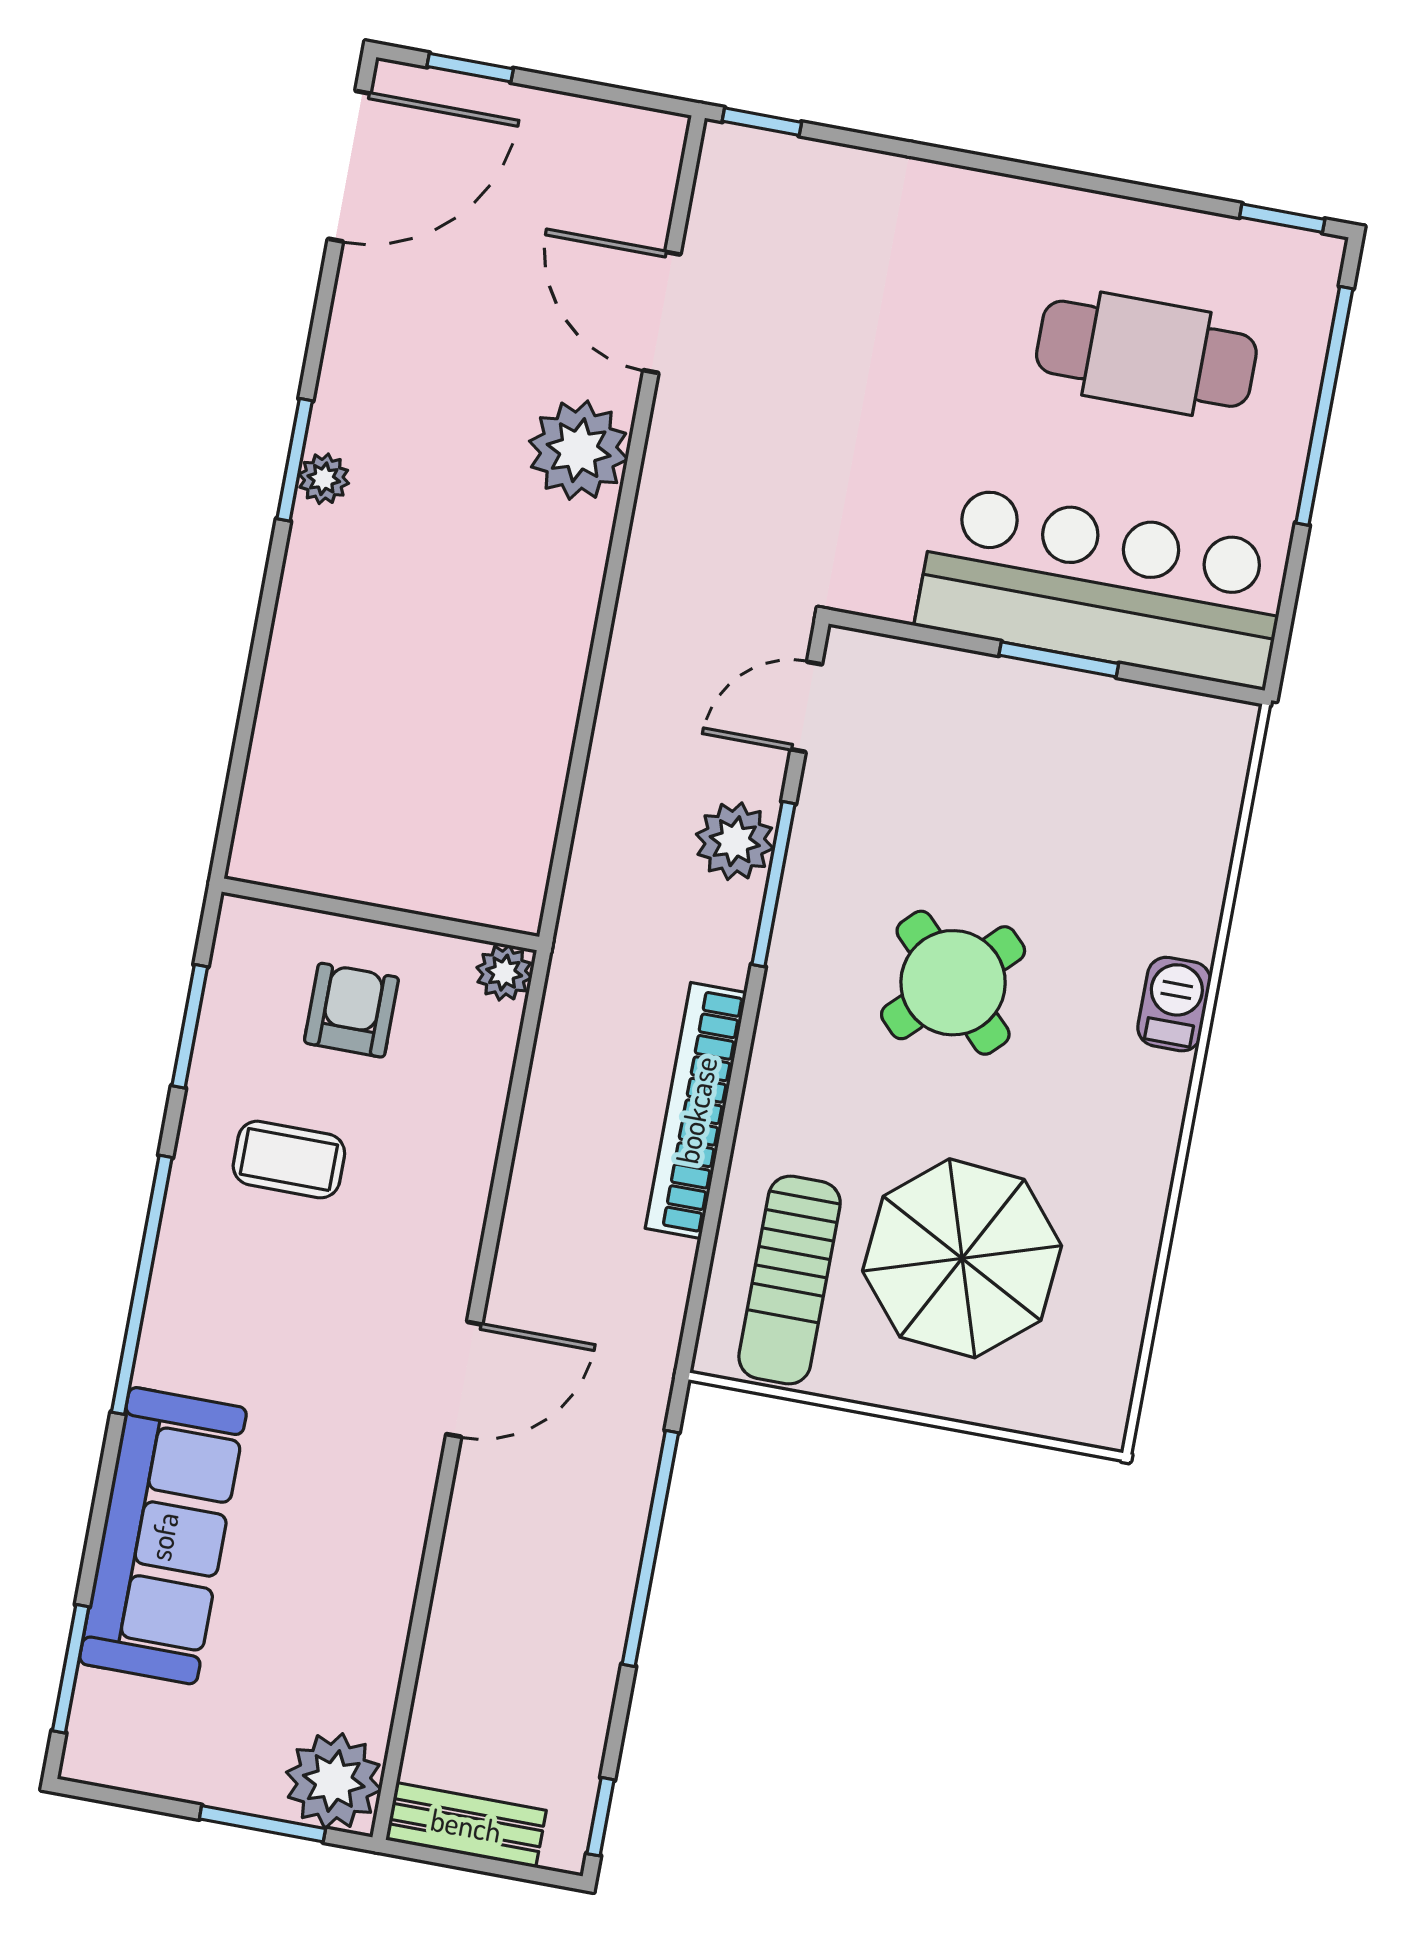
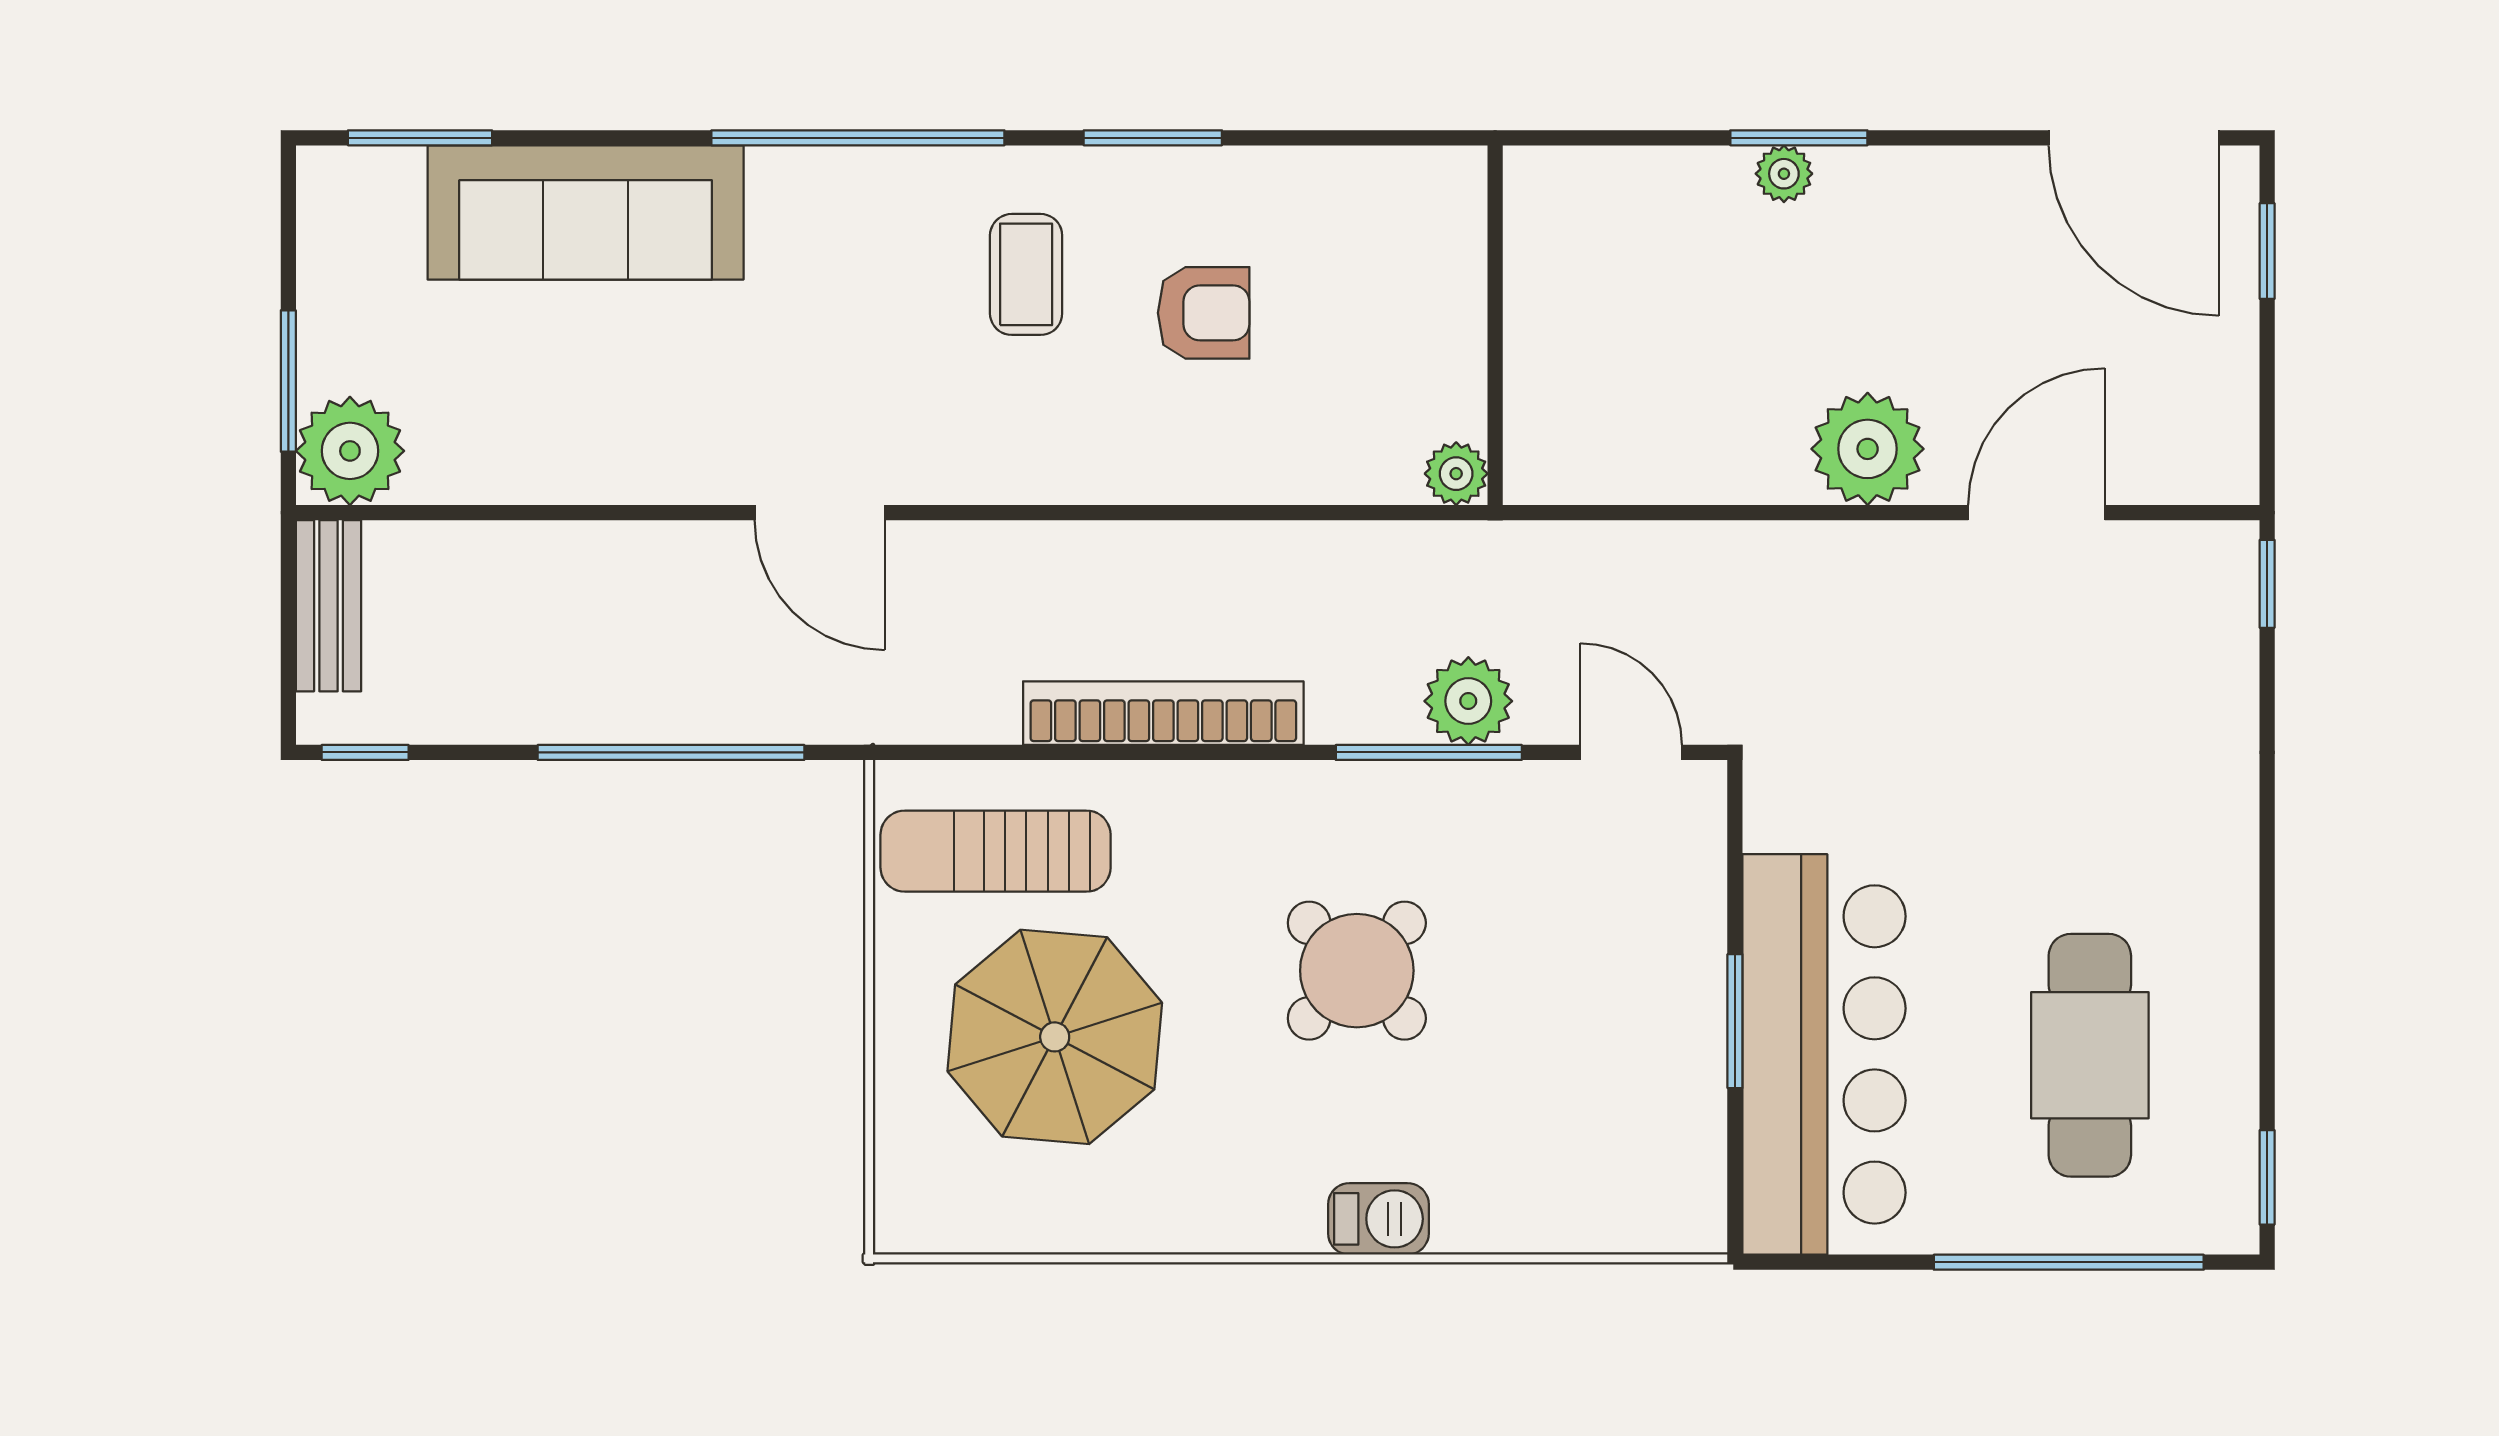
wall: (380, 914) -> (1495, 325), moved
plant: (504, 973) -> (1456, 474), moved

